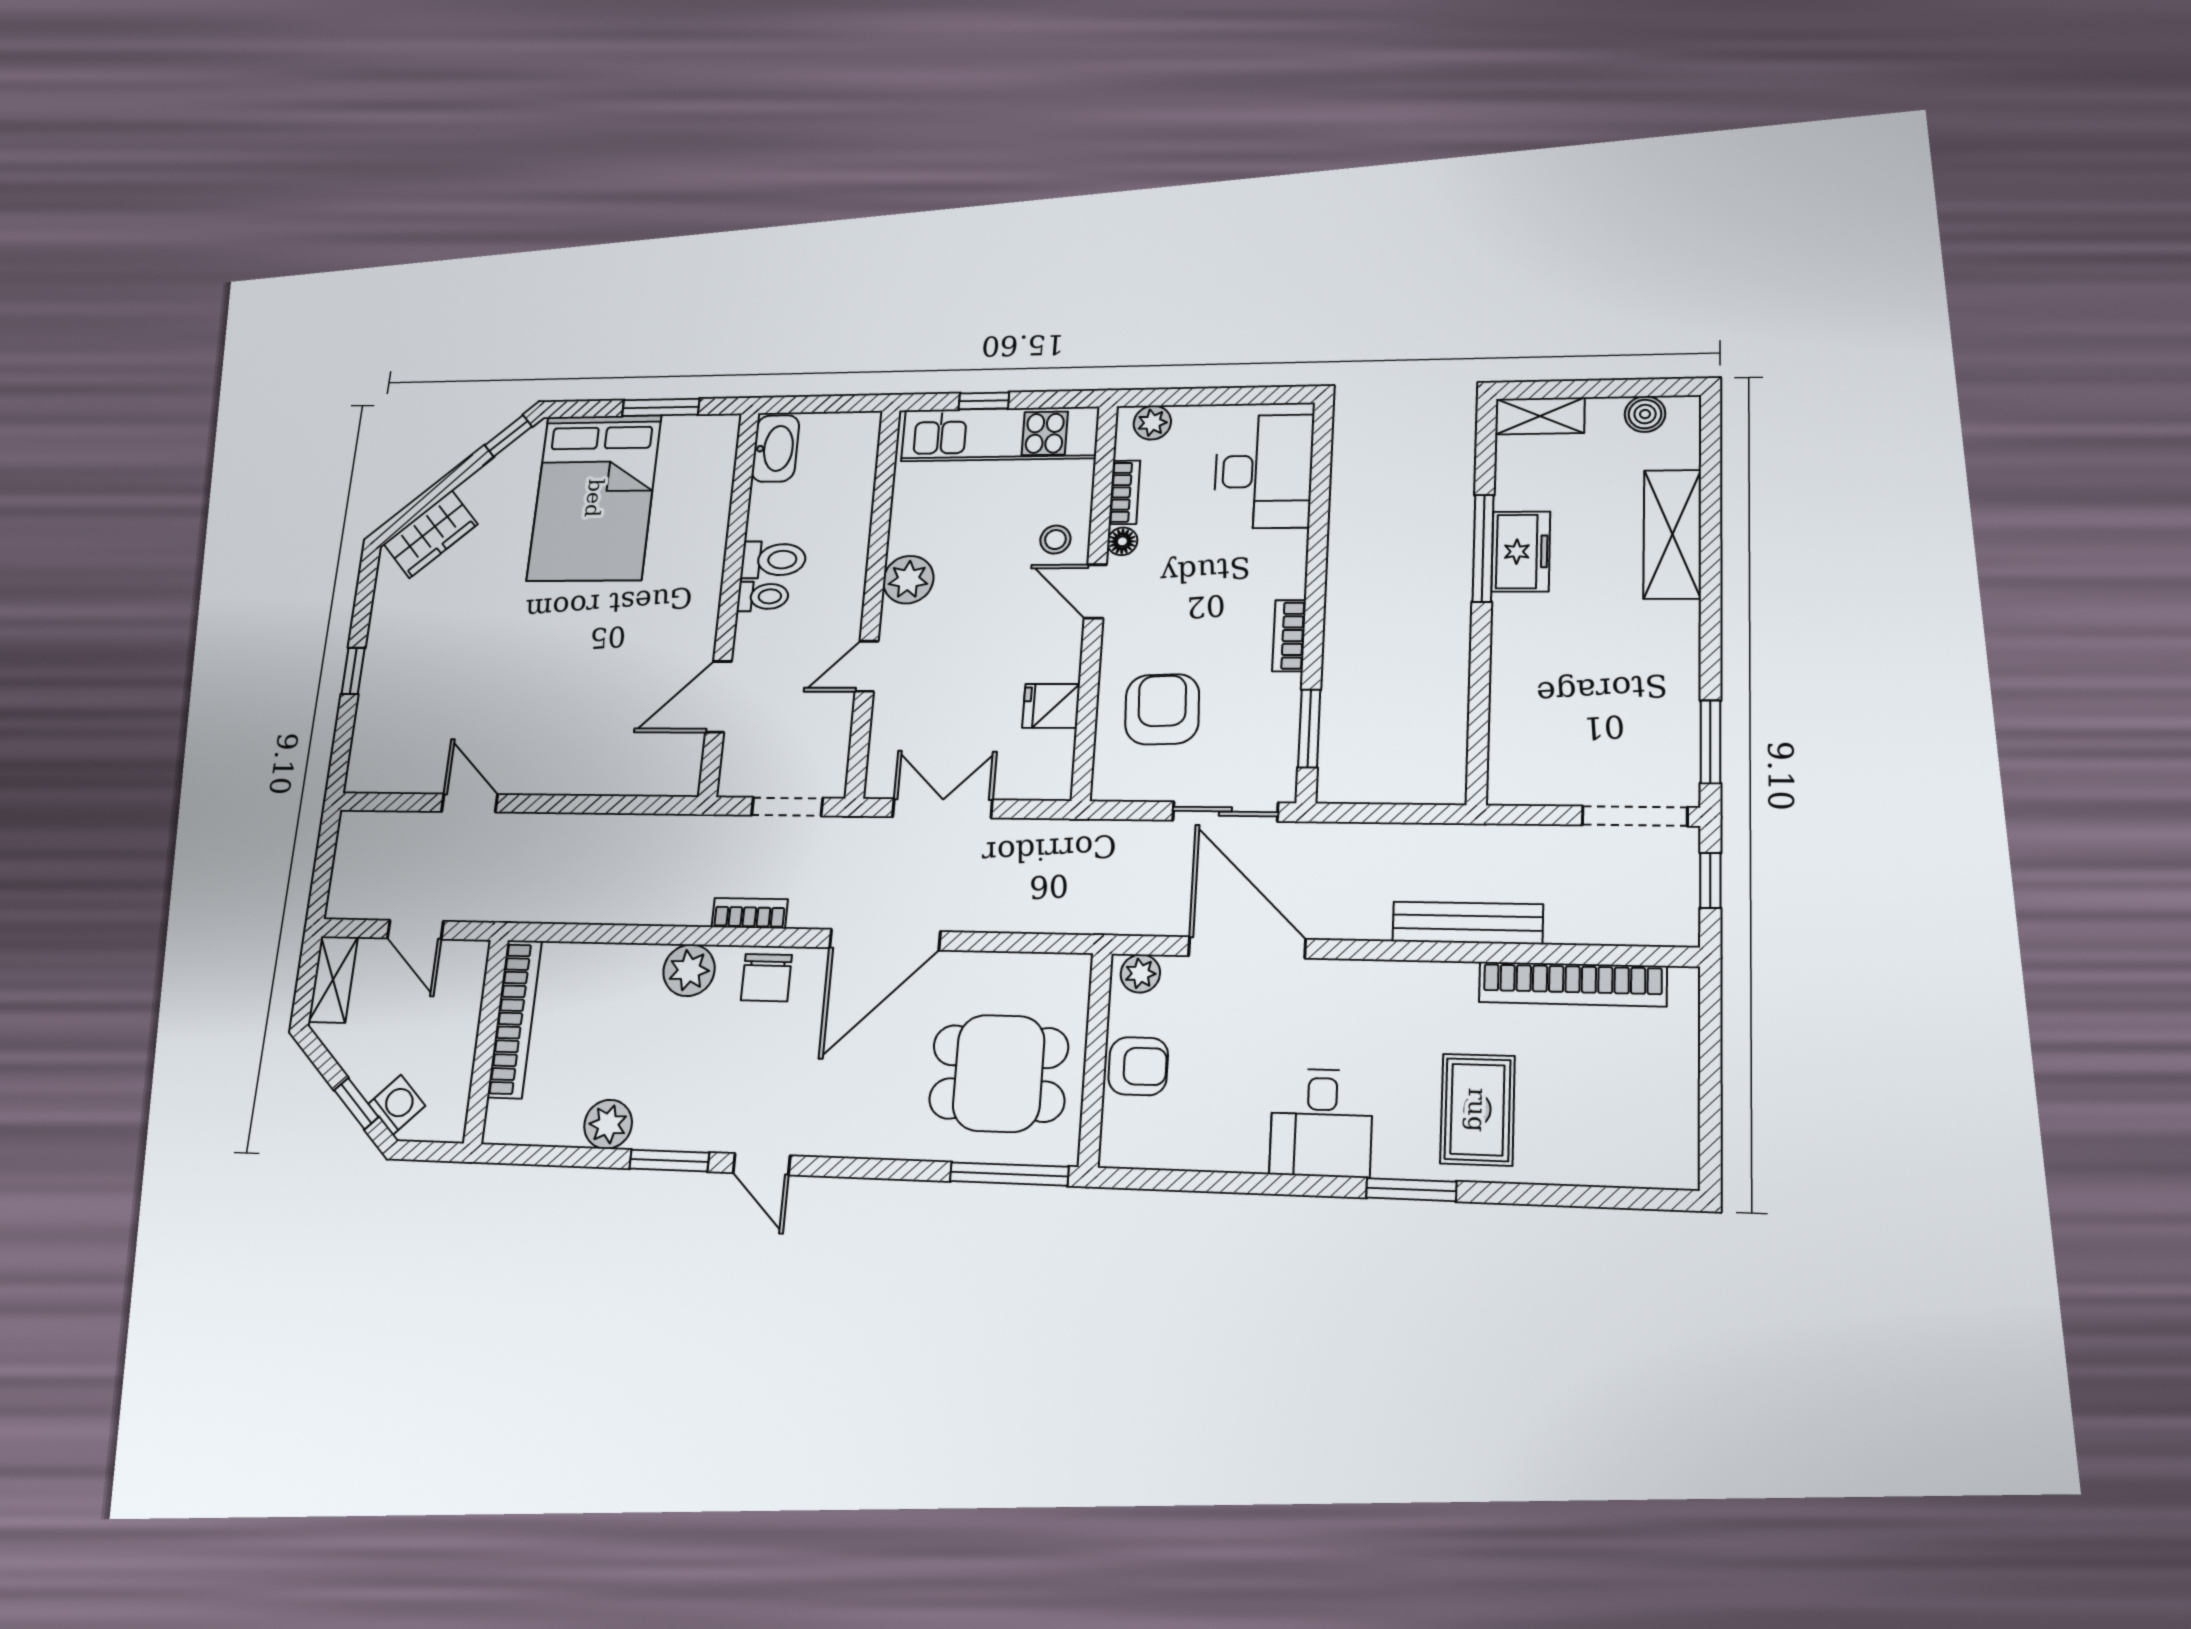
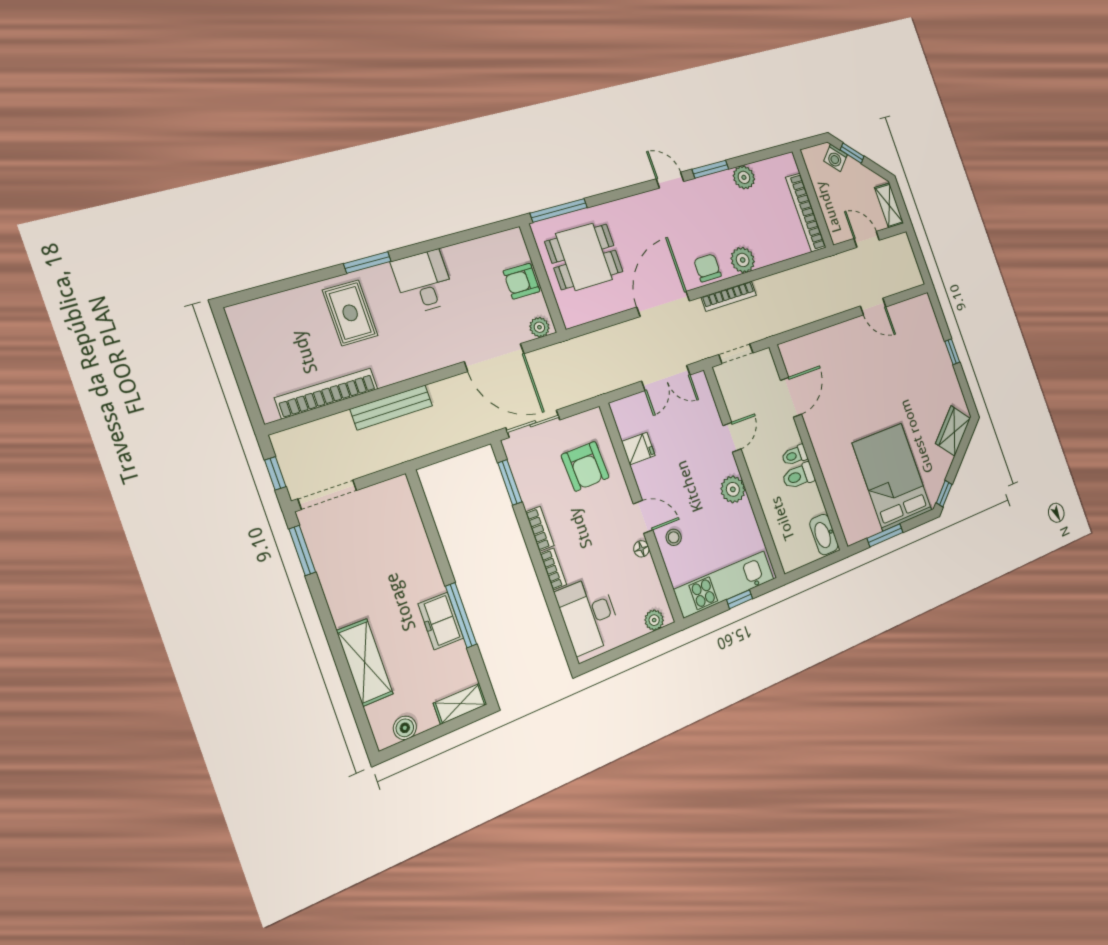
bookcase: (1125, 492) -> (553, 569), moved, turned 180
bookcase: (750, 913) -> (729, 296), width x1.56

